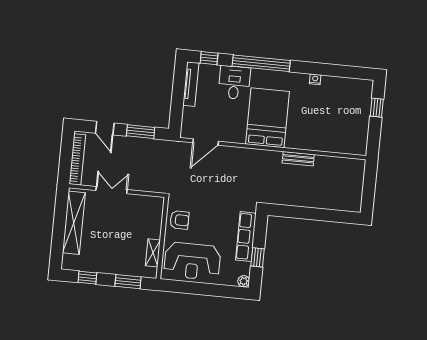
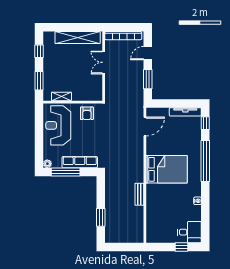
desk: (234, 83) -> (189, 232), moved
door: (206, 142) -> (145, 127), swing flipped
double door: (112, 190) -> (104, 62), swing flipped
window: (325, 215) -> (101, 217), added
window: (258, 257) -> (66, 172), width x2.17

